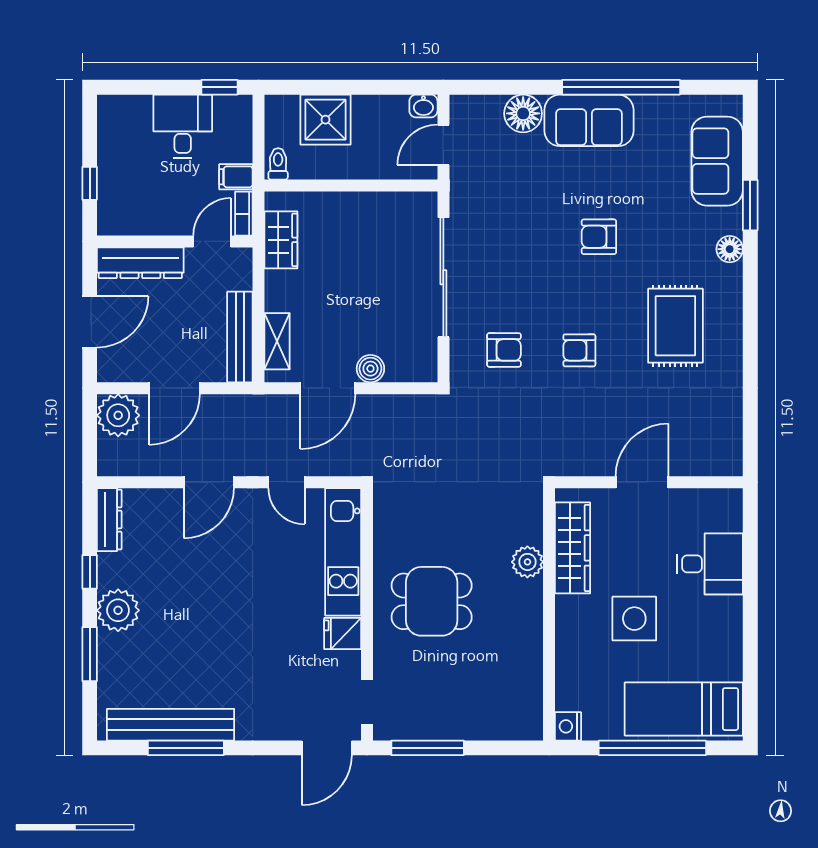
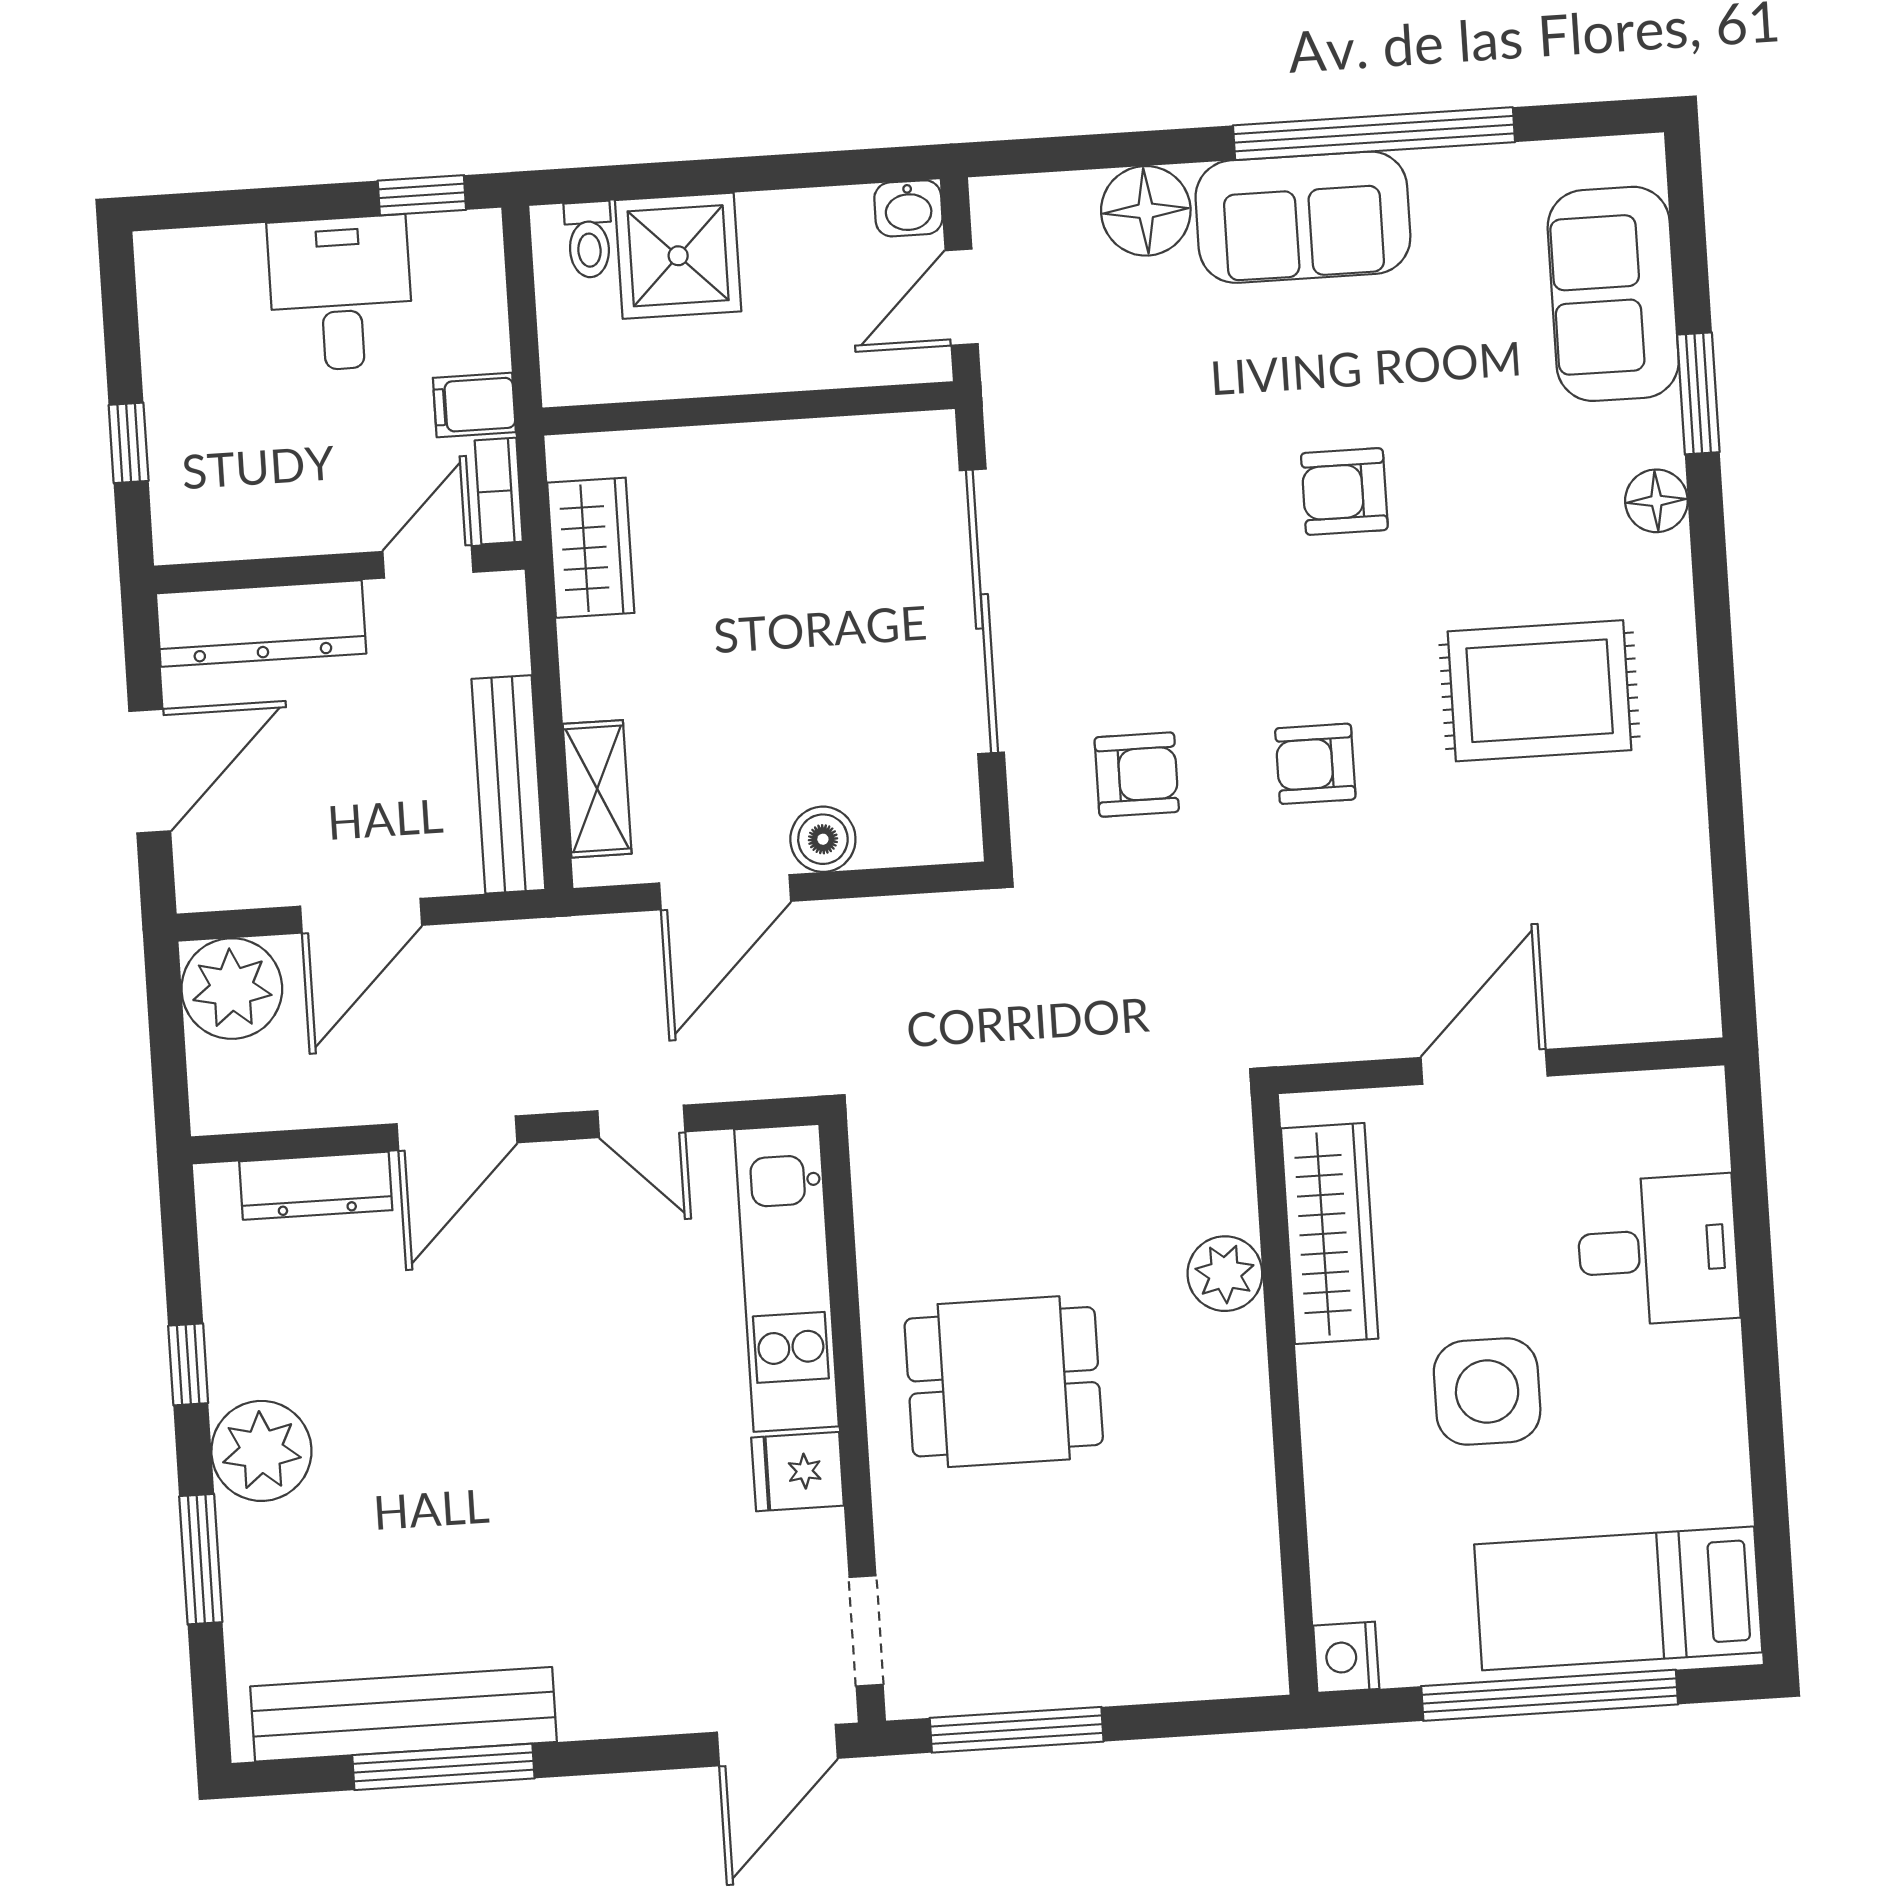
toilet: (278, 164) -> (589, 240), moved, turned 180
rug: (675, 326) -> (1540, 691), turned 90
dresser: (109, 520) -> (316, 1186), moved, turned 90

